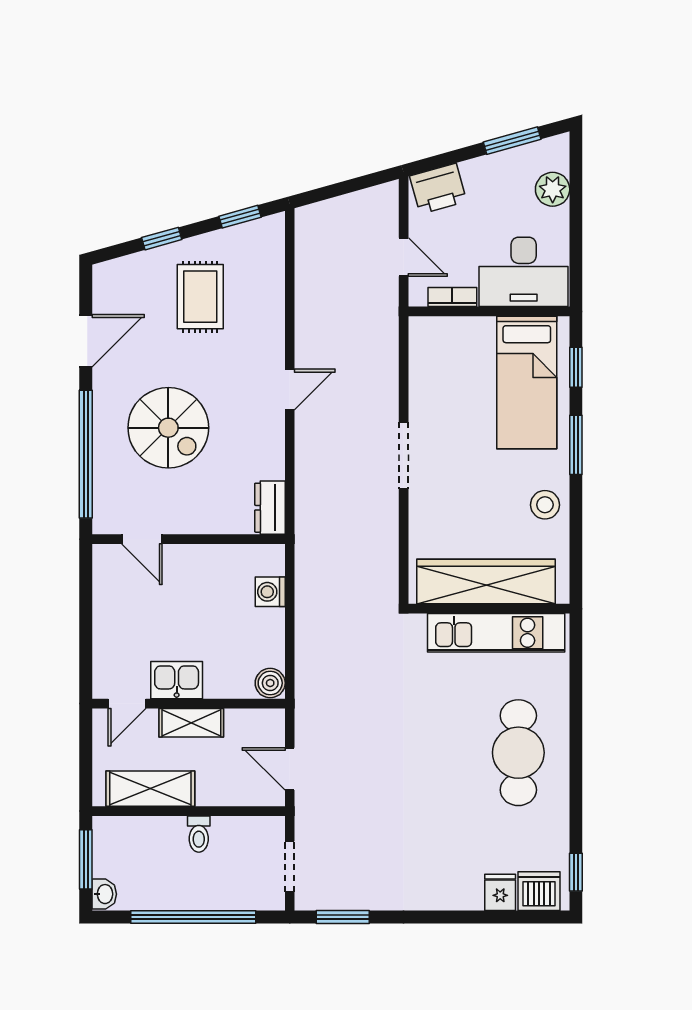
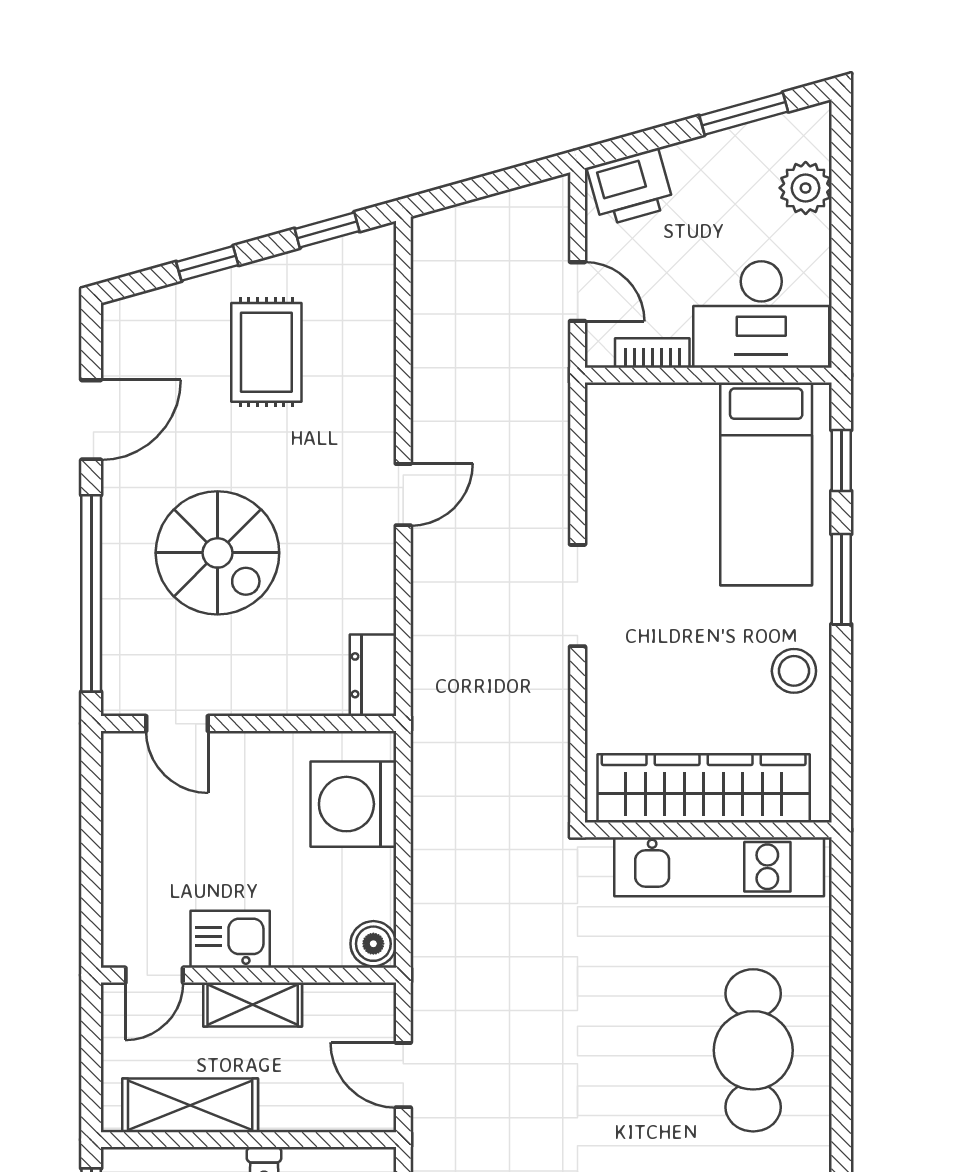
washing machine: (270, 592) -> (353, 804), width x1.89, depth x1.89

